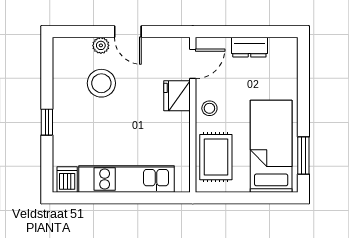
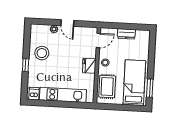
stool: (101, 83) -> (42, 53), moved
fridge: (177, 96) -> (89, 66), moved

